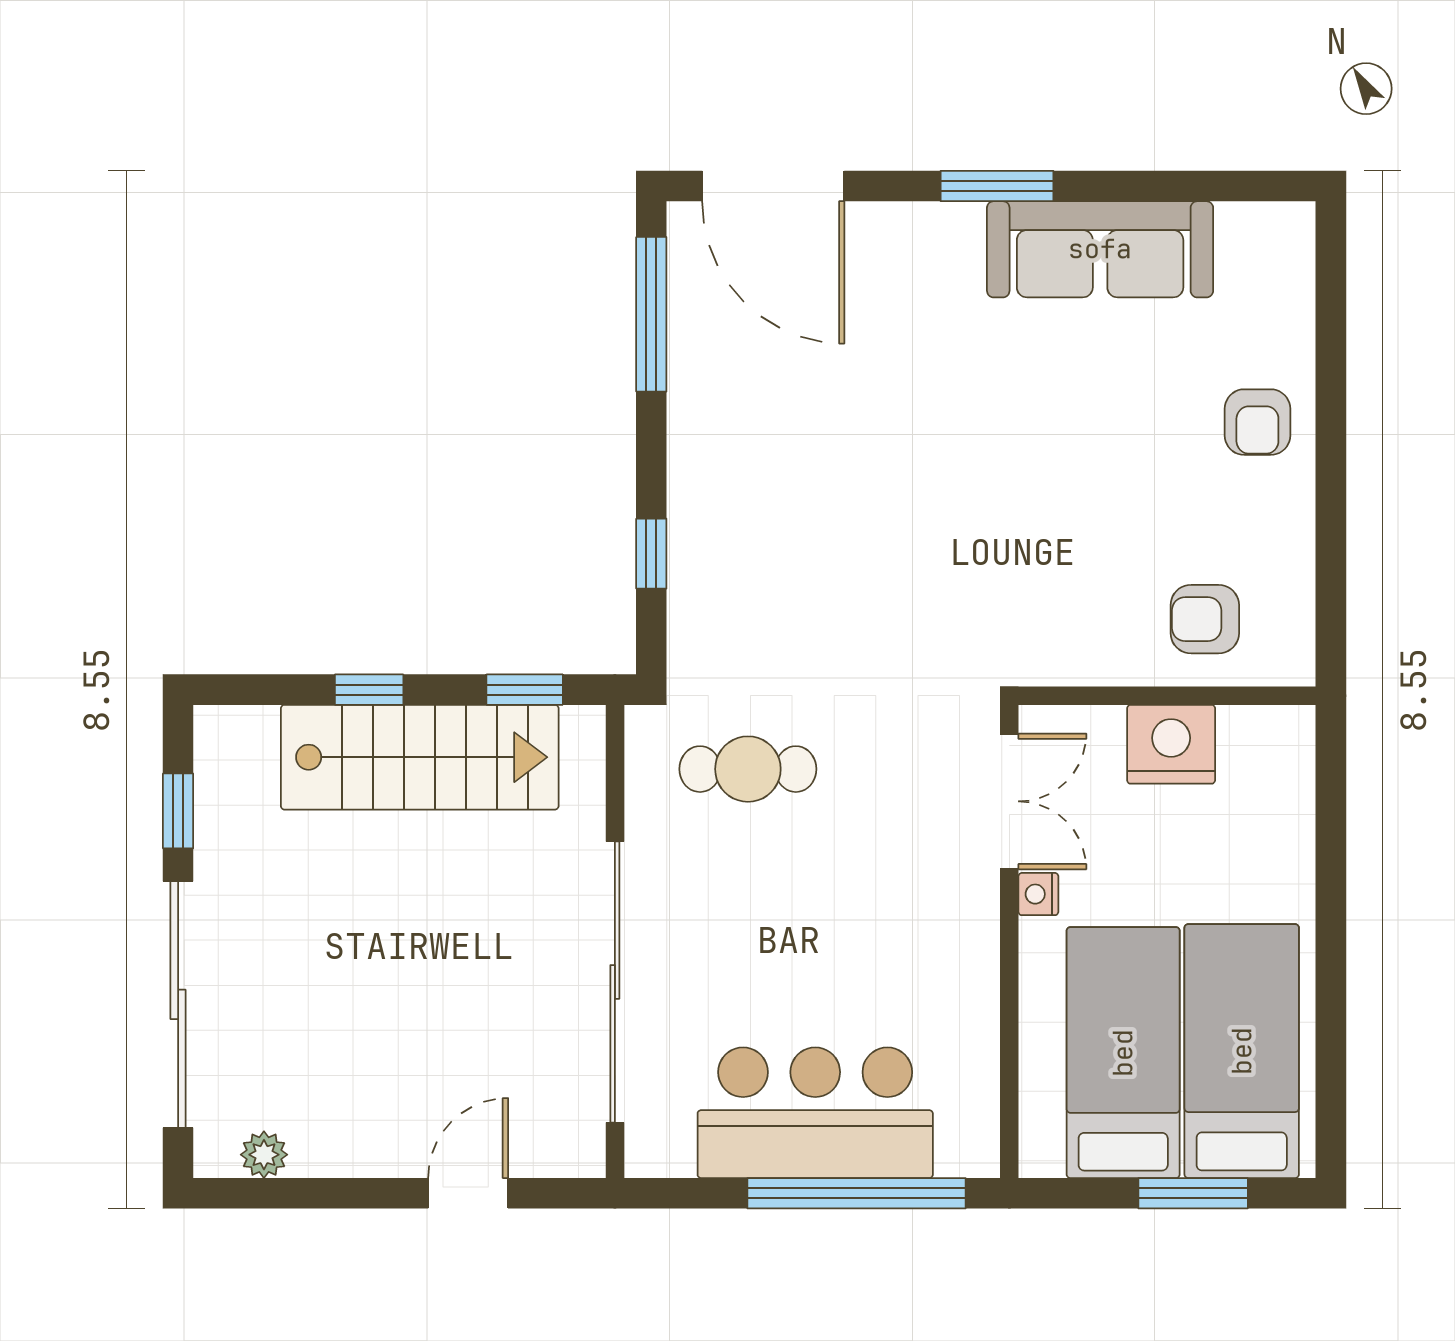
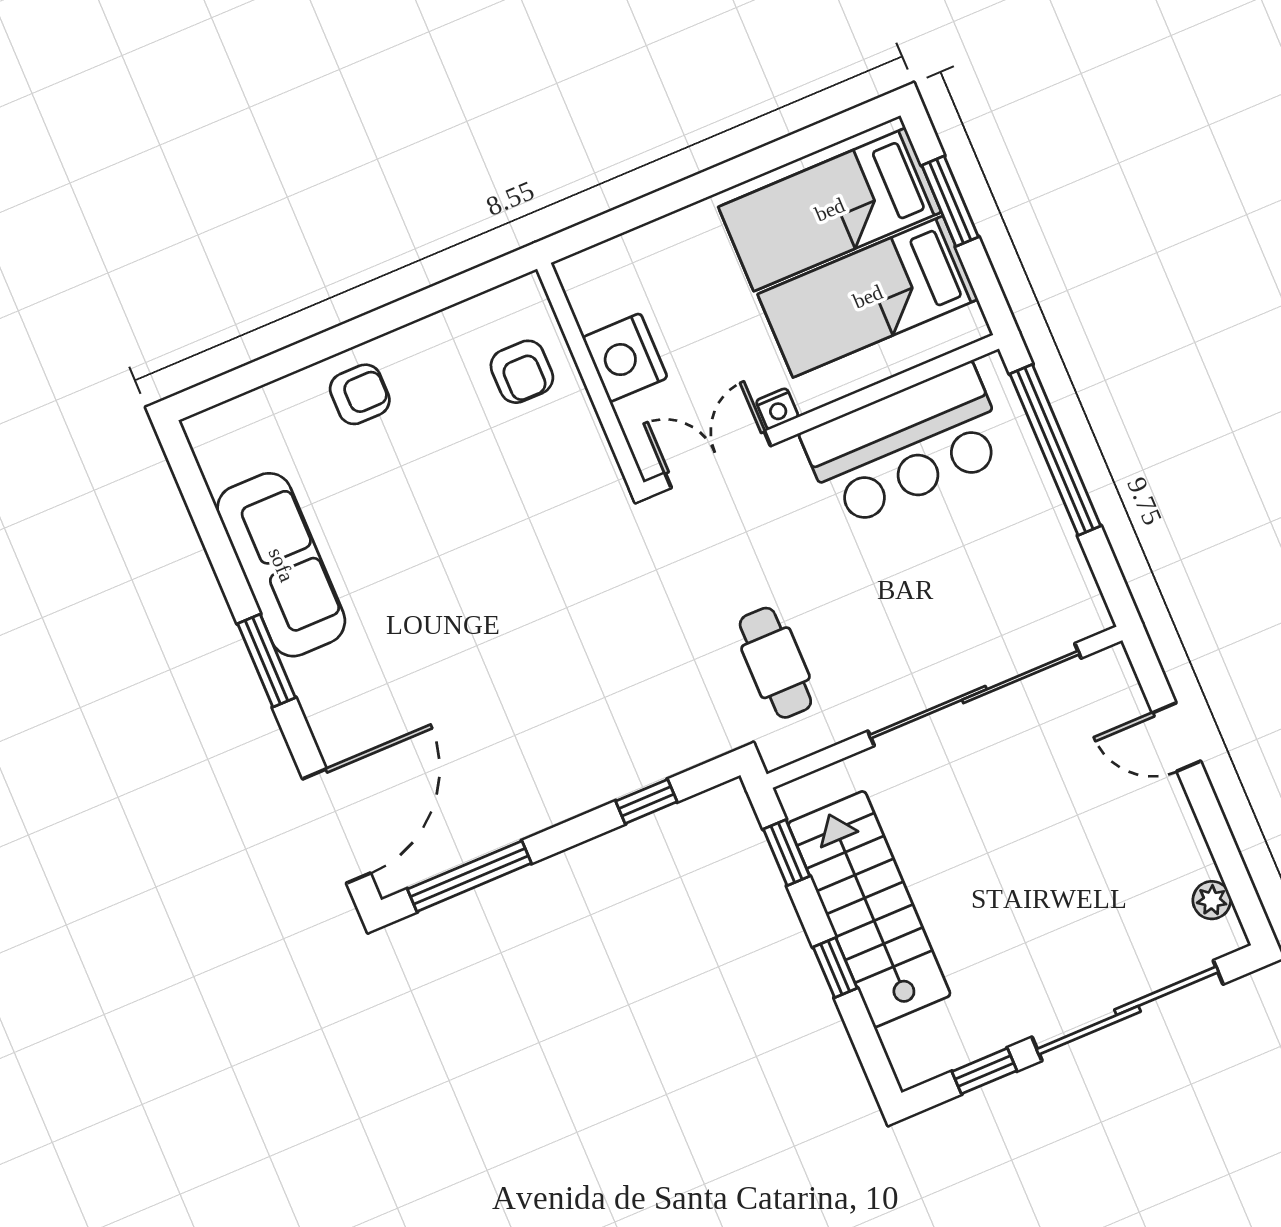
bar counter: (815, 1113) -> (905, 445), moved, turned -90

